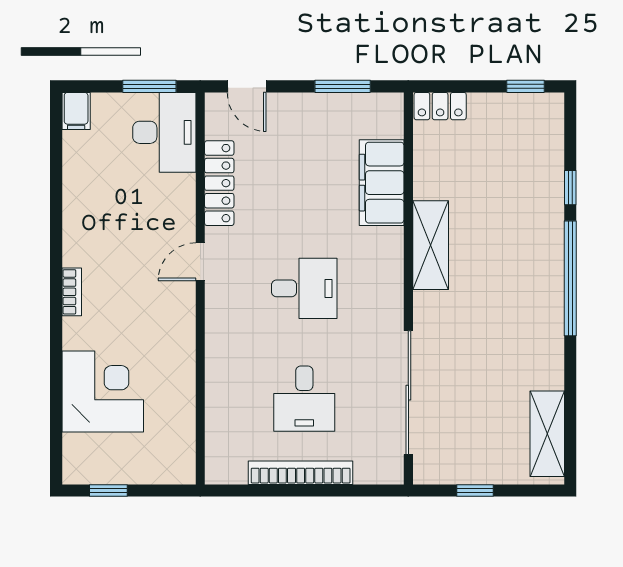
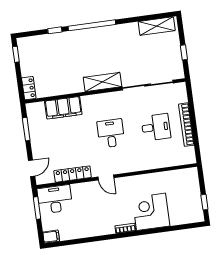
shelving: (431, 245) -> (103, 82), moved
corner desk: (103, 391) -> (151, 212), moved

